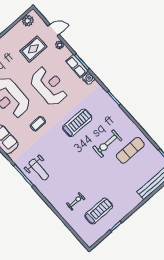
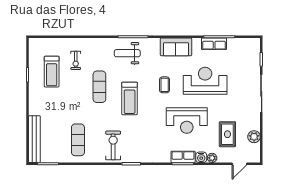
plant: (28, 21) -> (254, 137), moved
door: (54, 30) -> (239, 164), moved
water cooler: (88, 78) -> (201, 157), moved
treadmill: (77, 123) -> (130, 98), moved
exercise bike: (107, 144) -> (113, 145), moved
exercise mat: (80, 168) -> (99, 87), added

